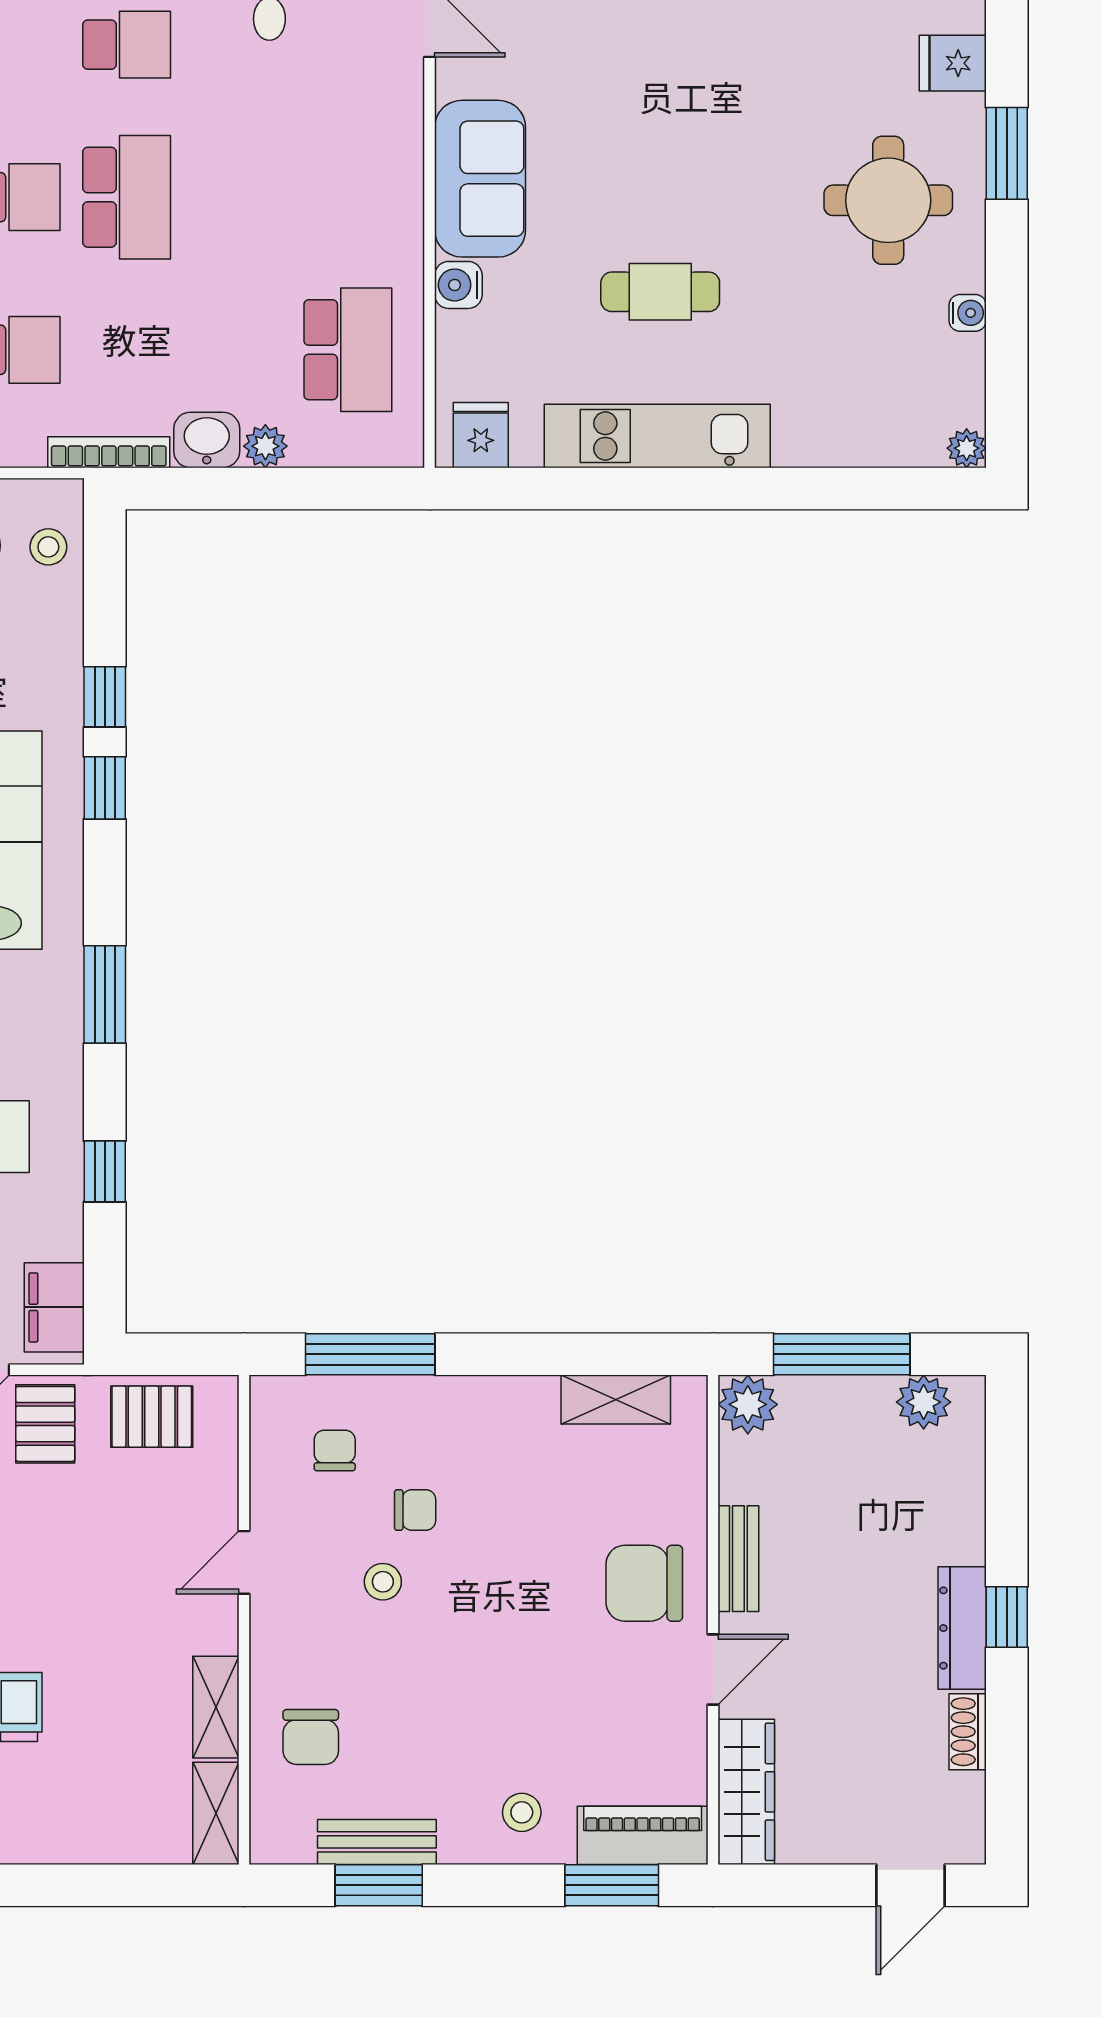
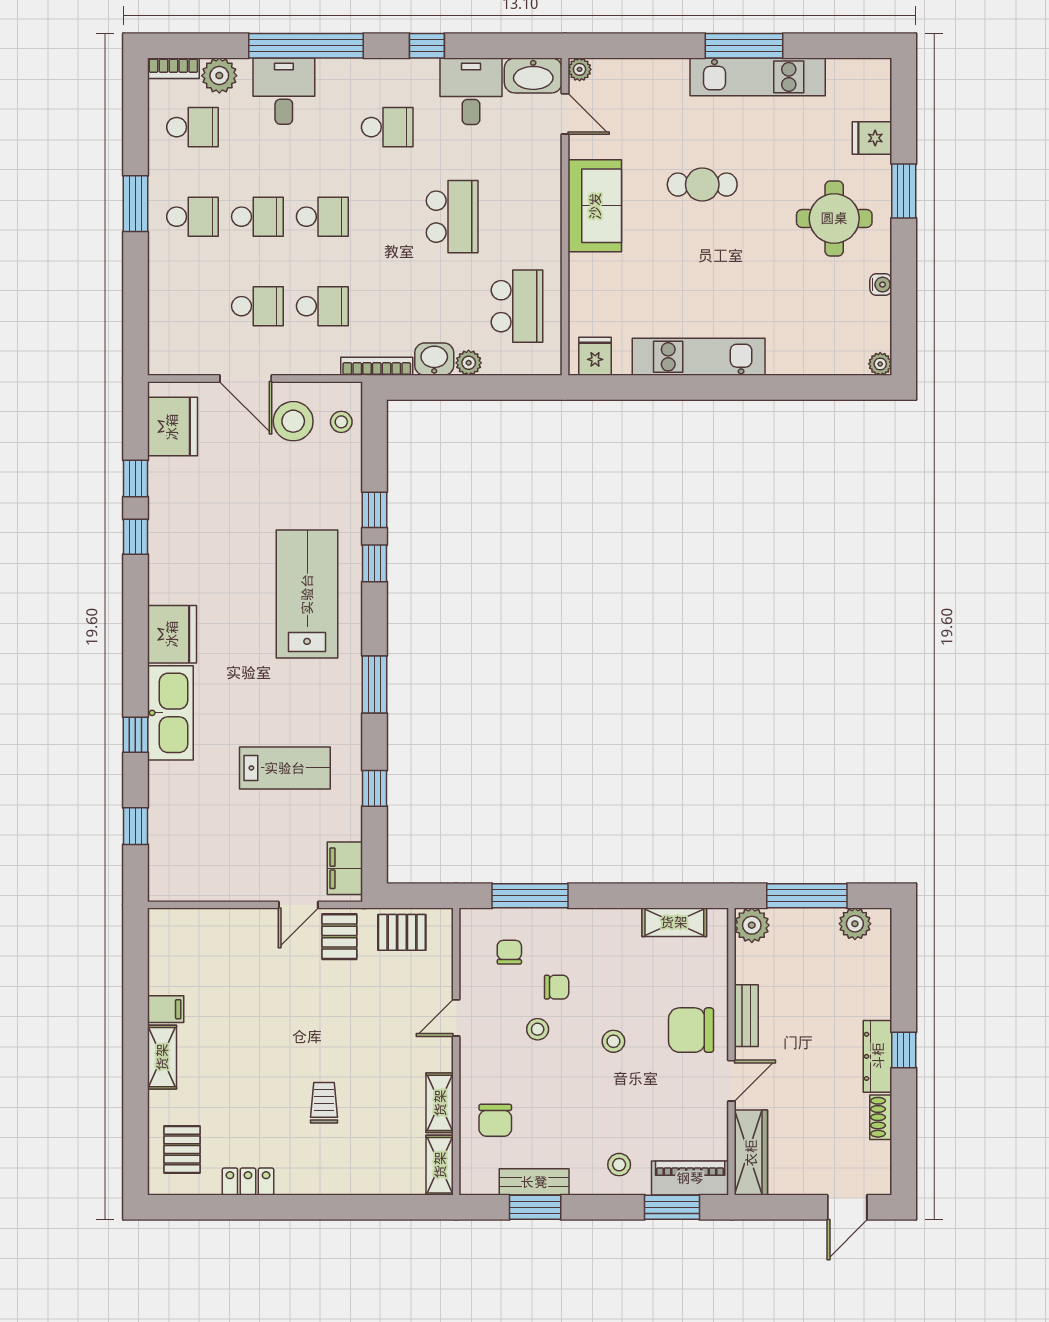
school desk: (127, 197) -> (452, 217), moved
water cooler: (458, 285) -> (582, 268), removed
cafe table: (660, 292) -> (702, 185), moved
stool: (512, 1602) -> (613, 1041), added

